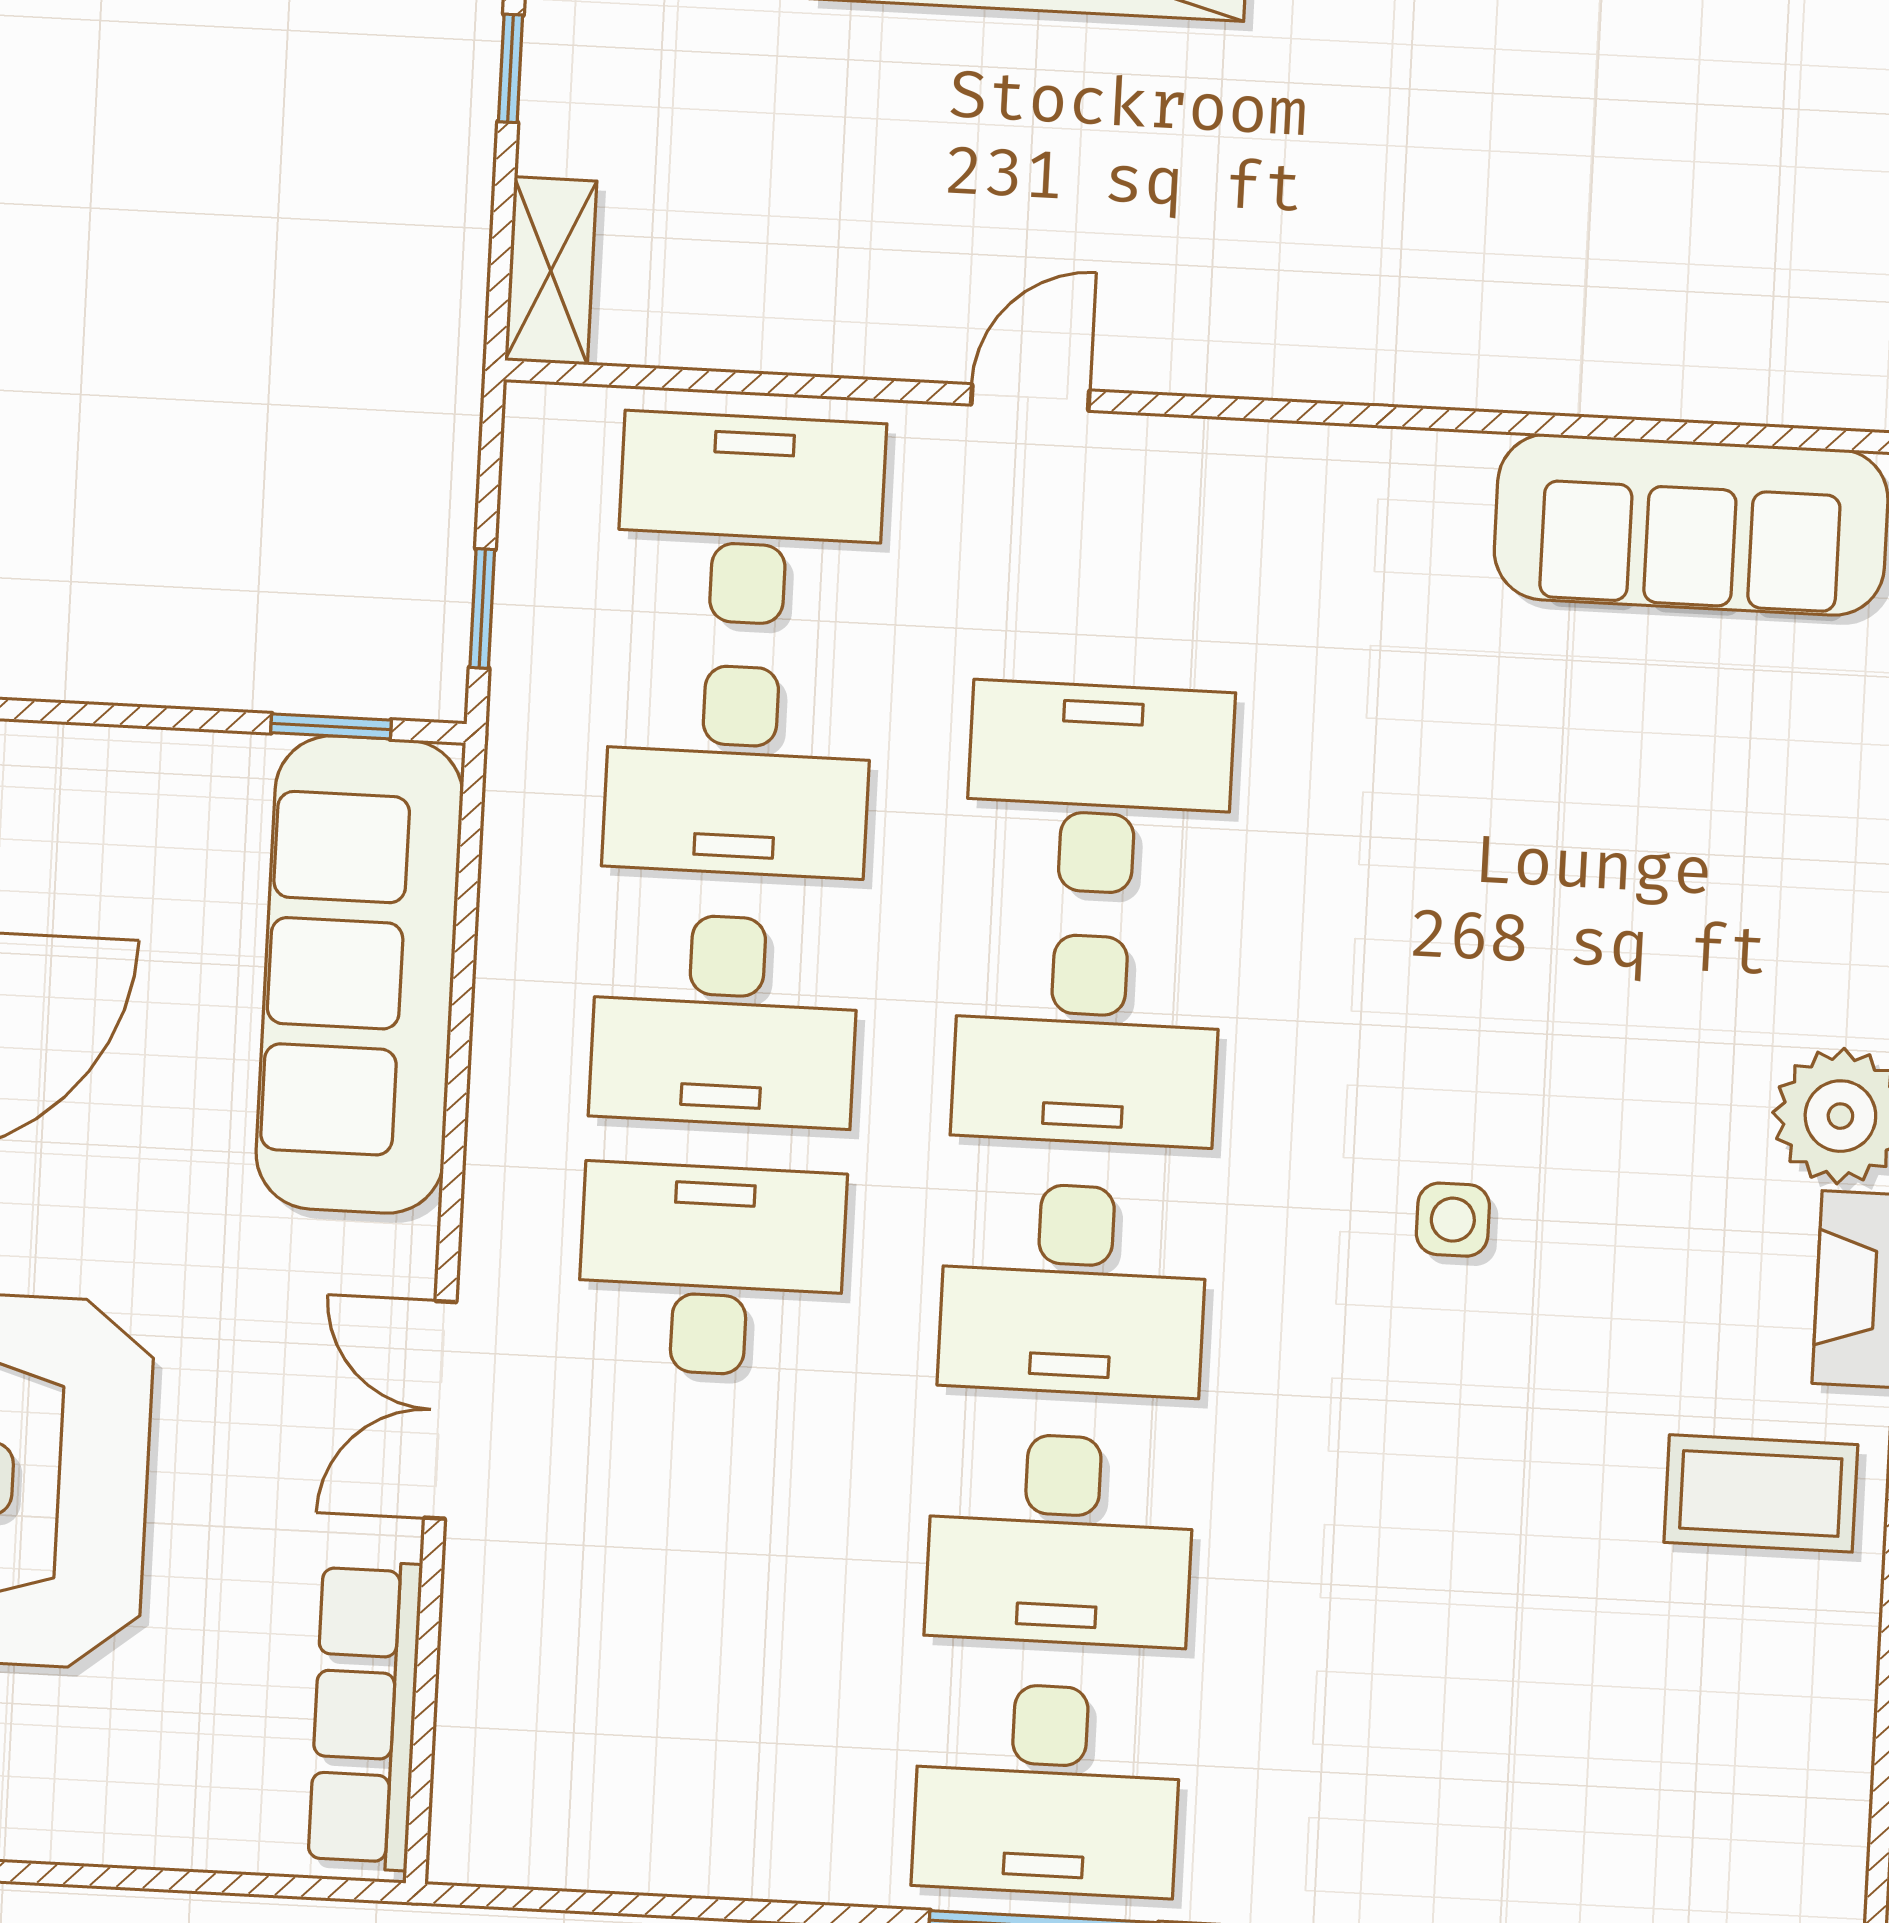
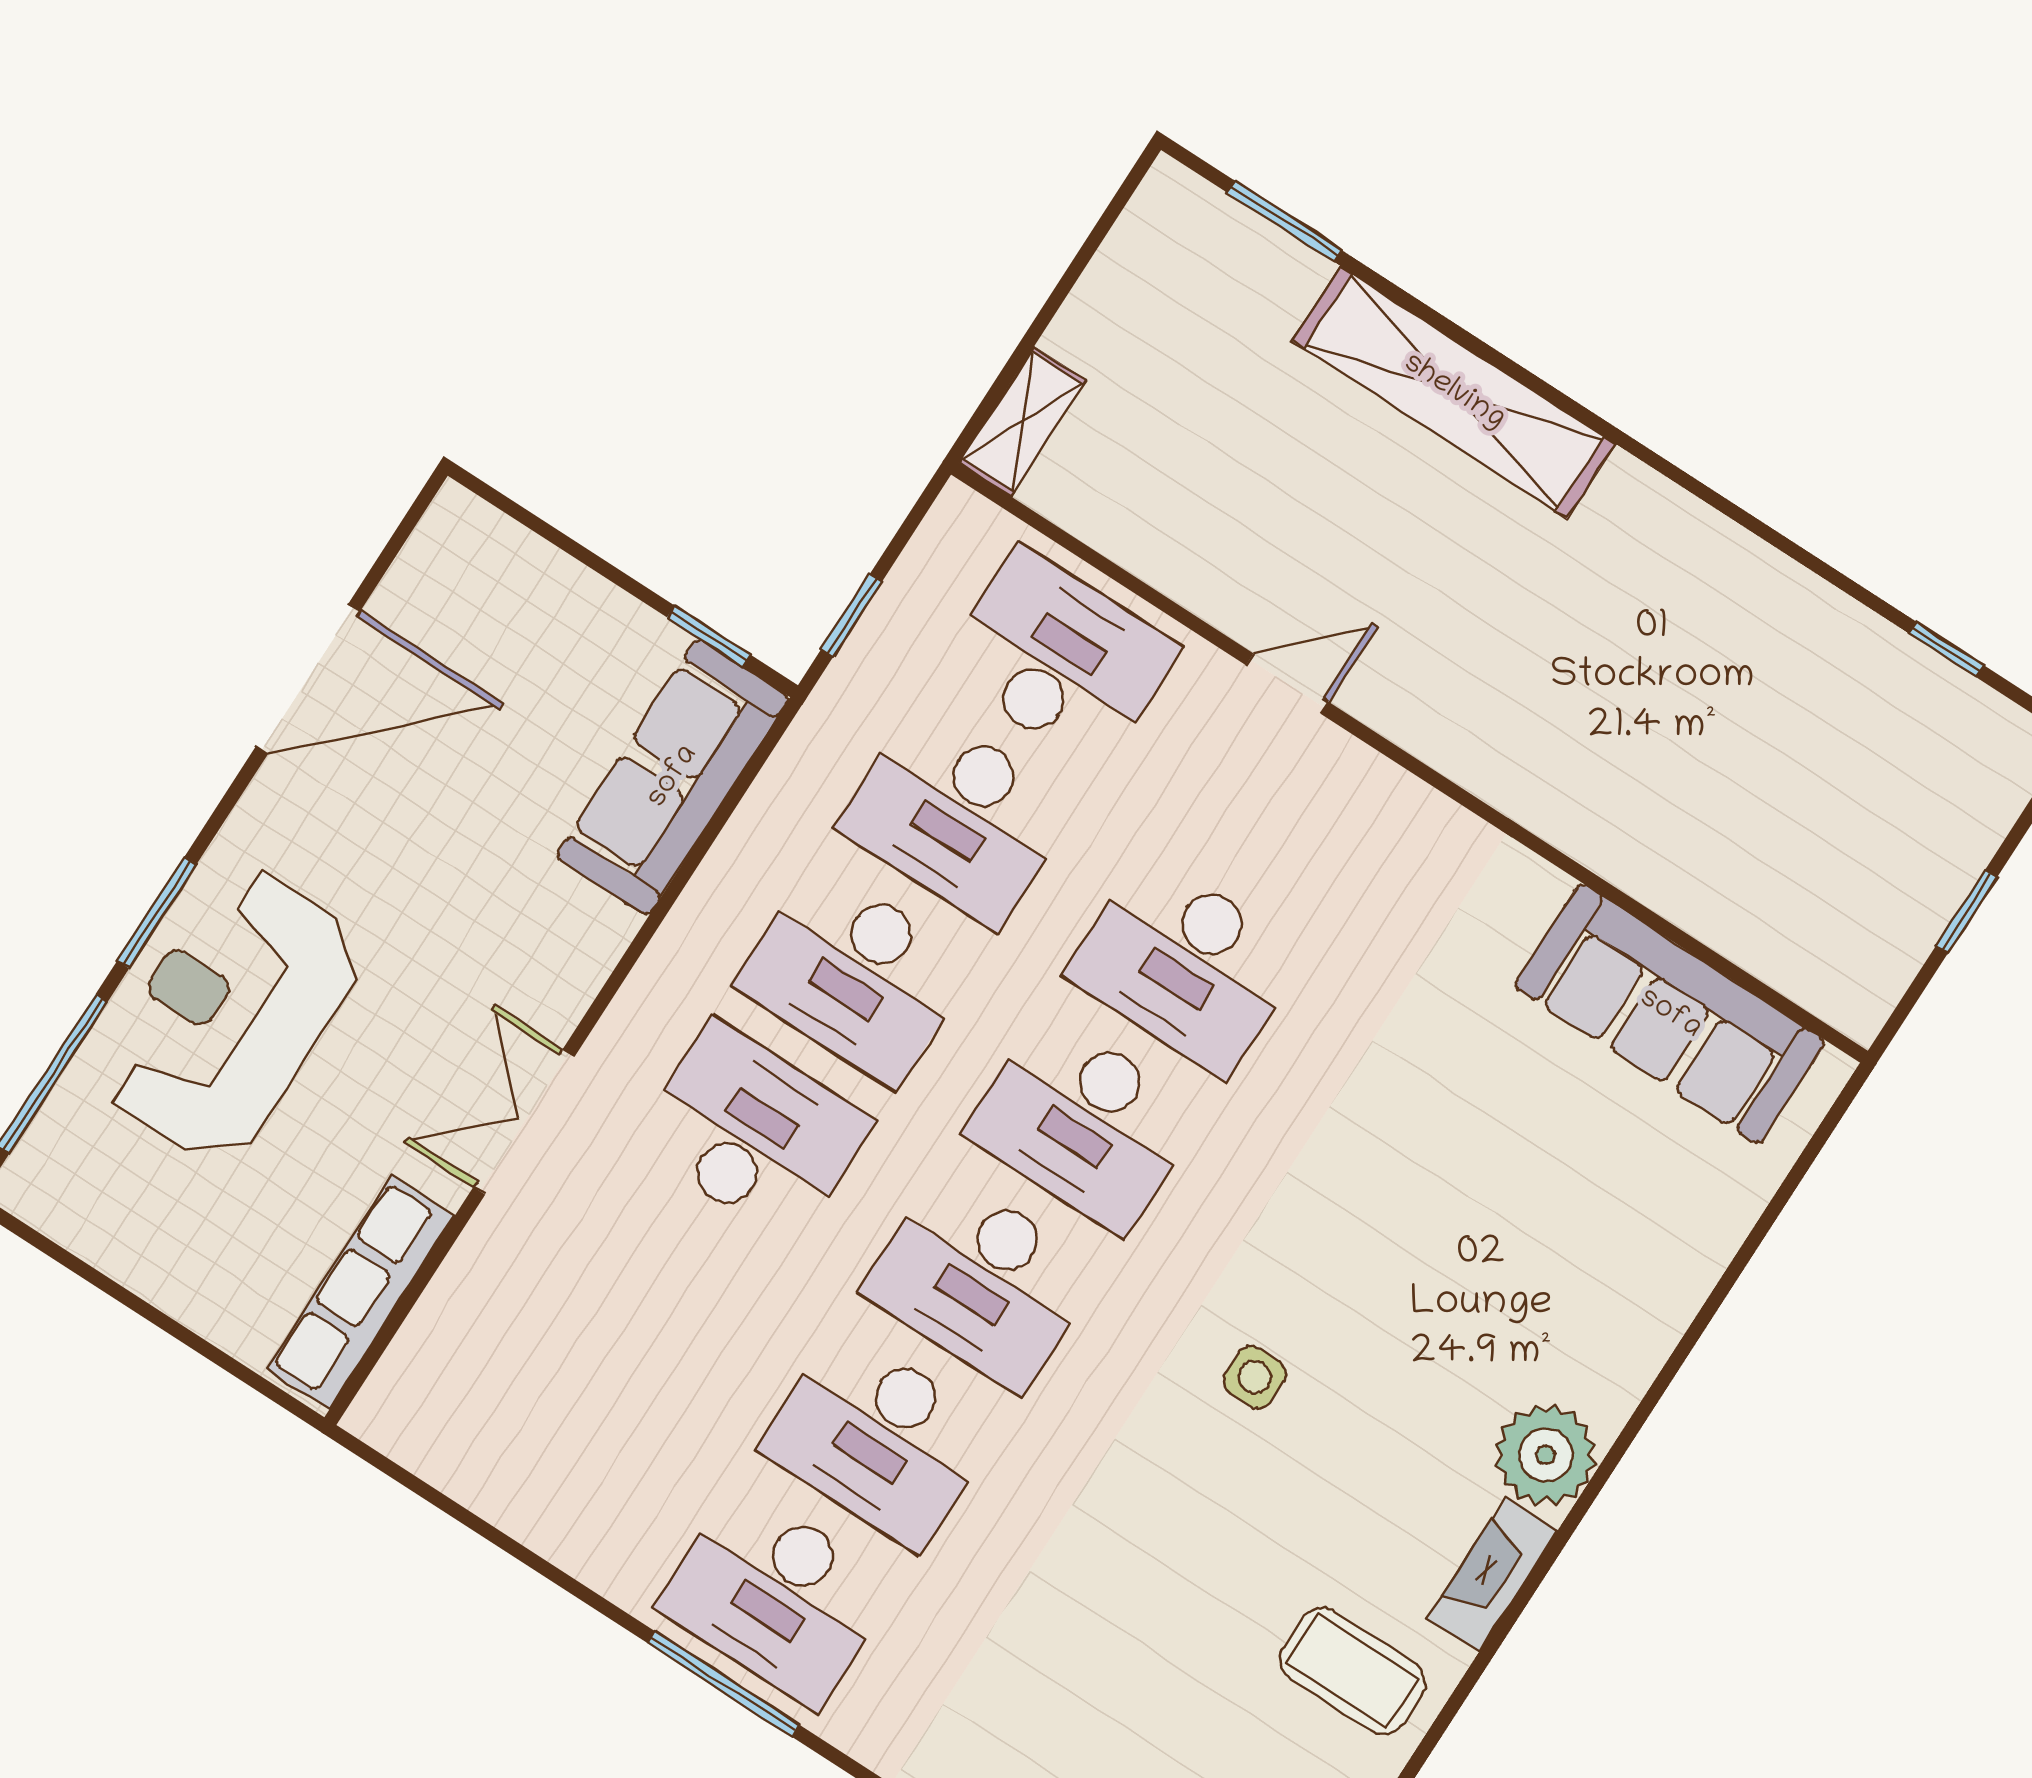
window: (511, 68) -> (1072, 275), removed
desk: (1099, 789) -> (1186, 964), turned 180
sofa: (359, 974) -> (673, 777), width x0.74, depth x0.79

